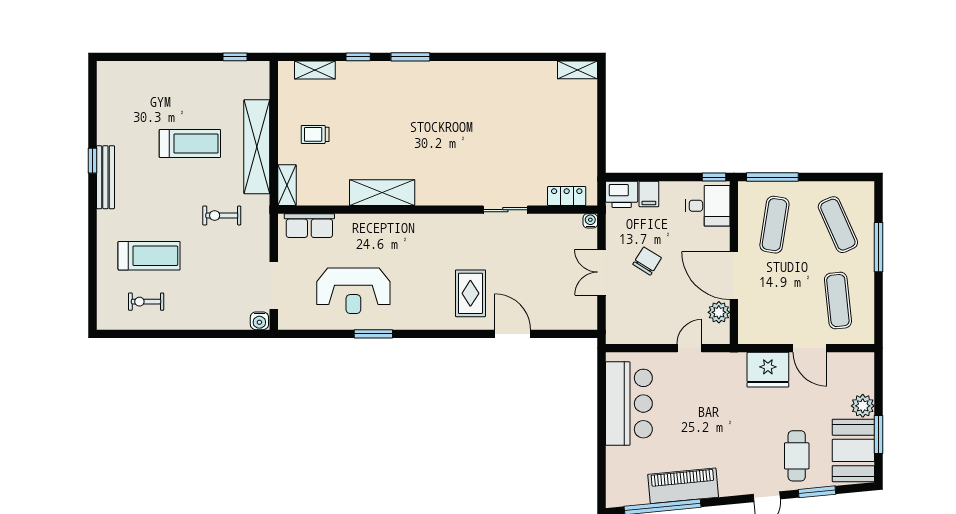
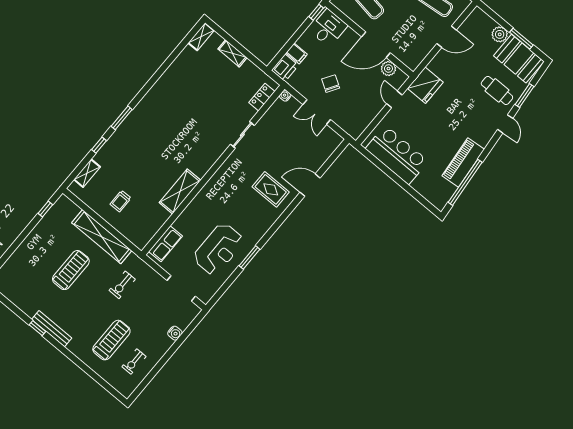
shelving: (287, 185) -> (232, 53), moved
water cooler: (259, 321) -> (175, 333), moved
fridge: (768, 370) -> (425, 85), moved

